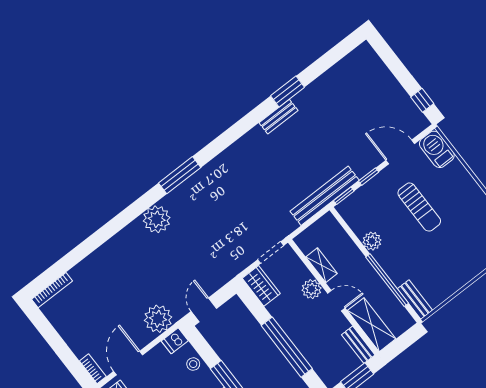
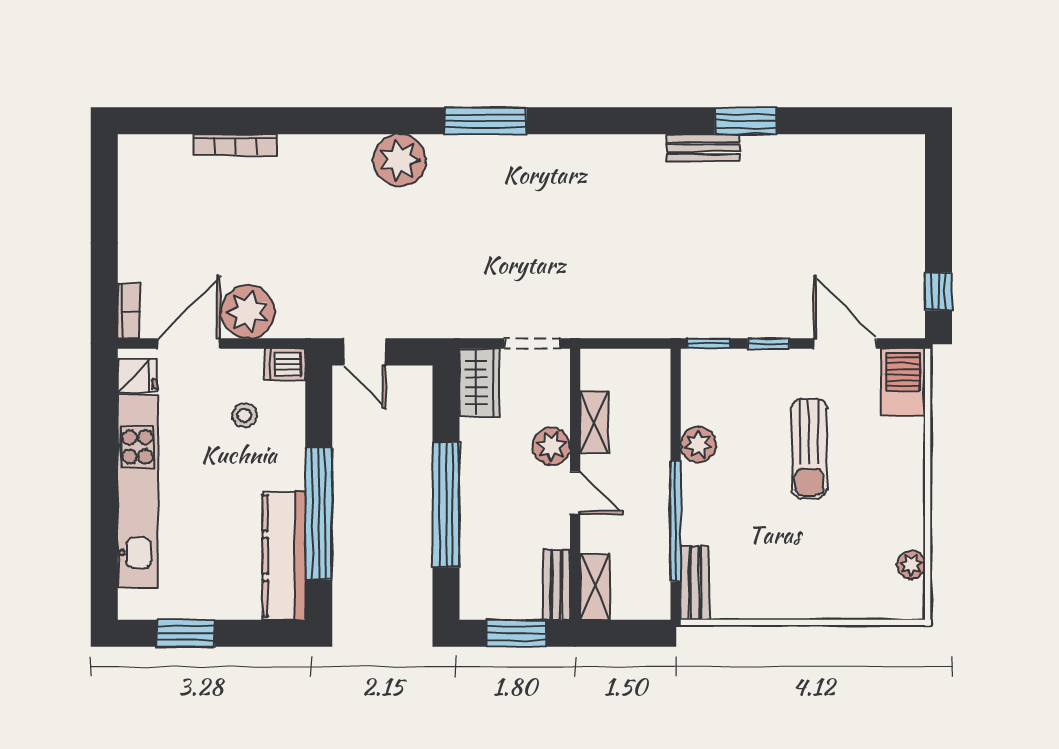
bench: (325, 196) -> (680, 321), removed
bookcase: (52, 290) -> (235, 145), moved
door: (204, 310) -> (365, 352), swing flipped
plant: (158, 319) -> (248, 312), moved
shelving: (372, 325) -> (595, 587), width x0.67, depth x0.75
stool: (193, 364) -> (244, 415), moved

